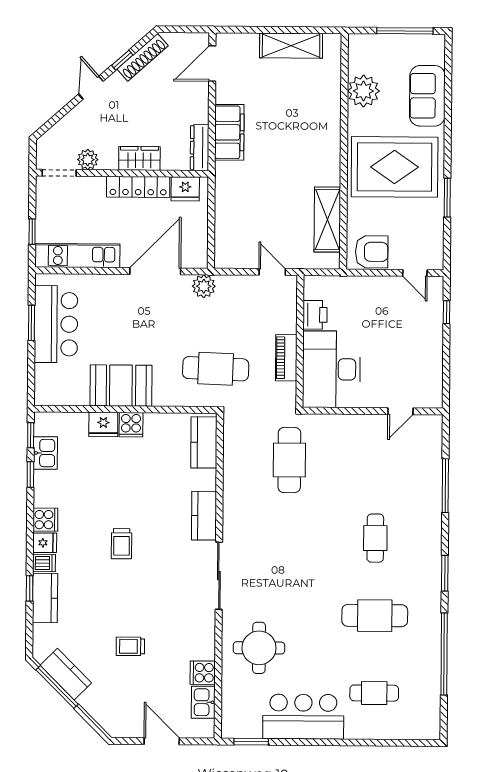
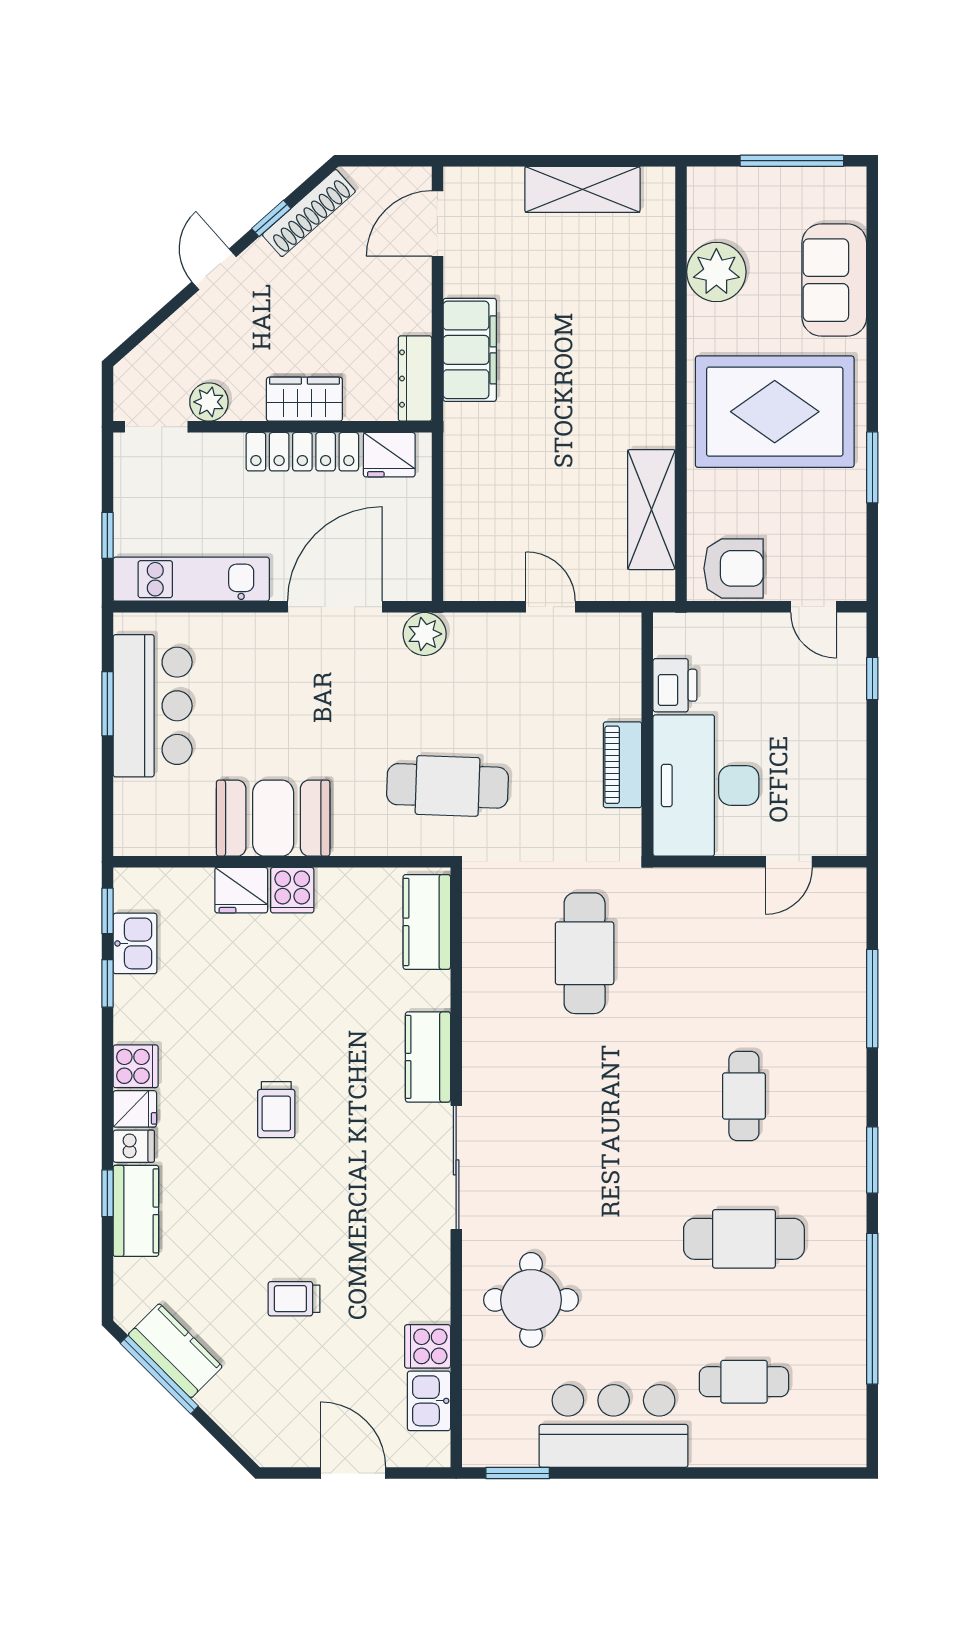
printer: (315, 315) -> (675, 685), moved
wall: (300, 341) -> (647, 734), moved
piano: (286, 358) -> (623, 765), moved
desk: (331, 369) -> (706, 785), moved

